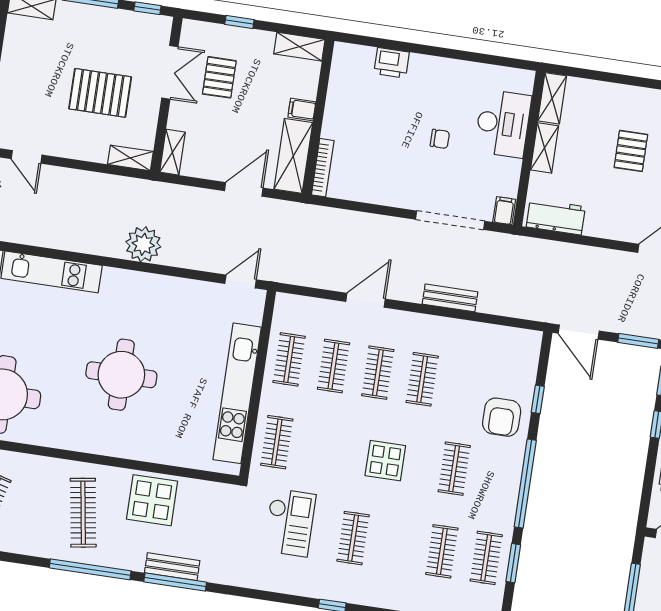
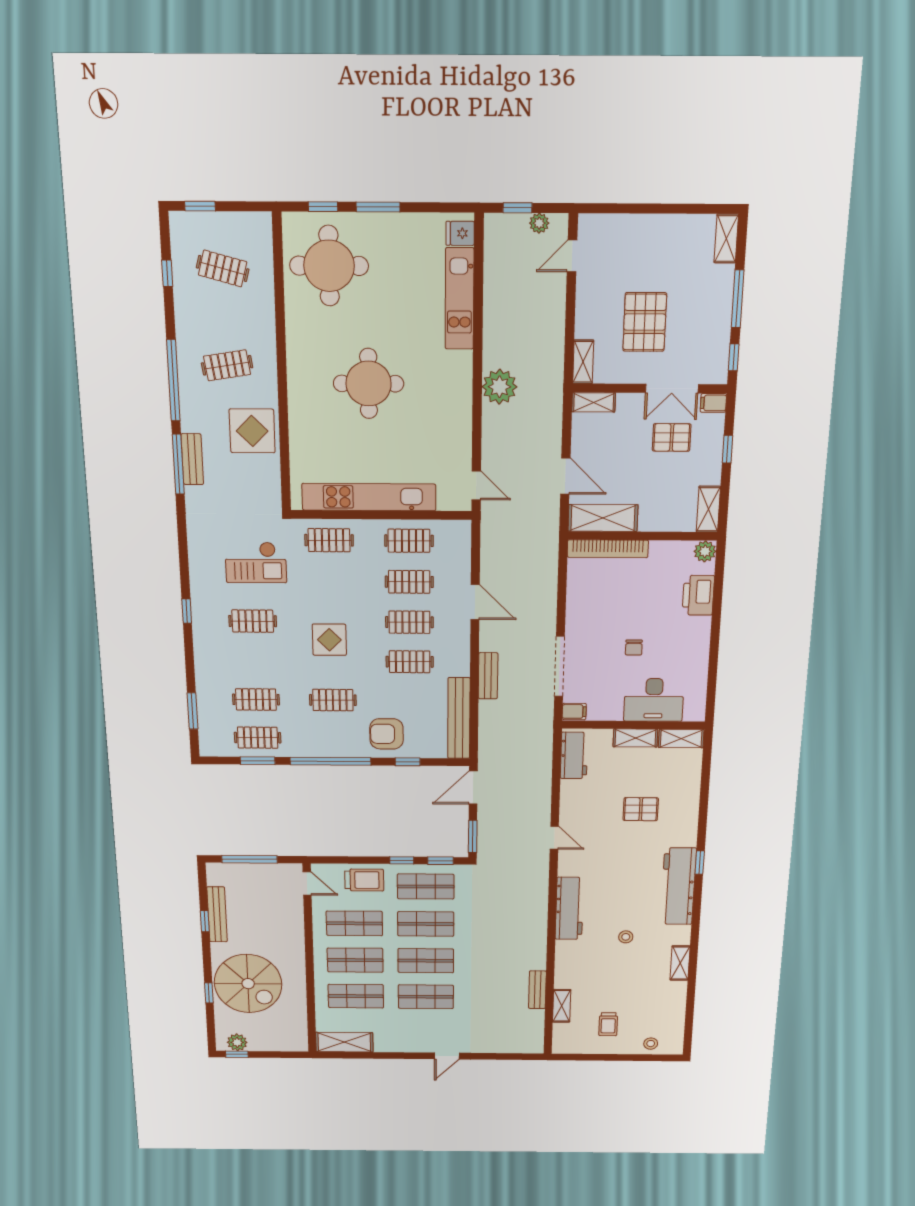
plant: (344, 54) -> (705, 551), added
printer: (392, 63) -> (698, 595), width x1.37, depth x1.19
filing cabinet: (302, 109) -> (713, 403), moved, turned -90
bookcase: (323, 168) -> (608, 549), width x1.48, depth x1.31
bench: (494, 336) -> (459, 718), added
clothes rail: (83, 513) -> (227, 365), width x0.73

